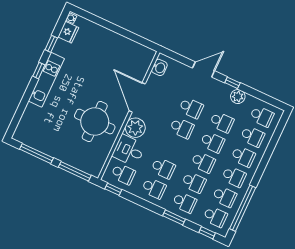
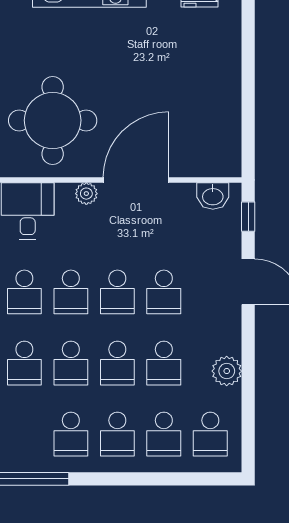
window: (232, 83) -> (248, 217), moved
plant: (135, 128) -> (86, 194), width x0.53, depth x0.53
school desk: (224, 197) -> (71, 292), moved

